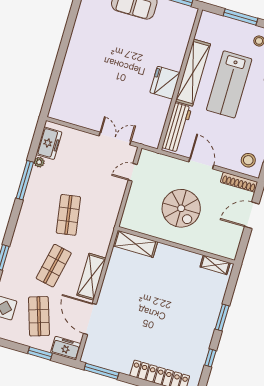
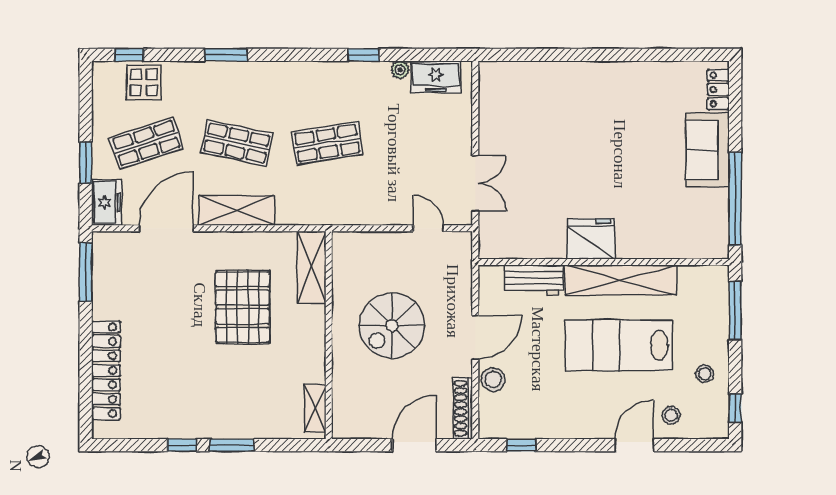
window: (241, 17) -> (735, 310), moved
workbench: (177, 128) -> (534, 280), width x0.73
stool: (248, 160) -> (493, 380), moved
window: (25, 180) -> (364, 55), width x0.46
door: (252, 215) -> (414, 445), hinge flipped
pallet: (147, 289) -> (243, 307), added
window: (210, 358) -> (182, 445), moved

